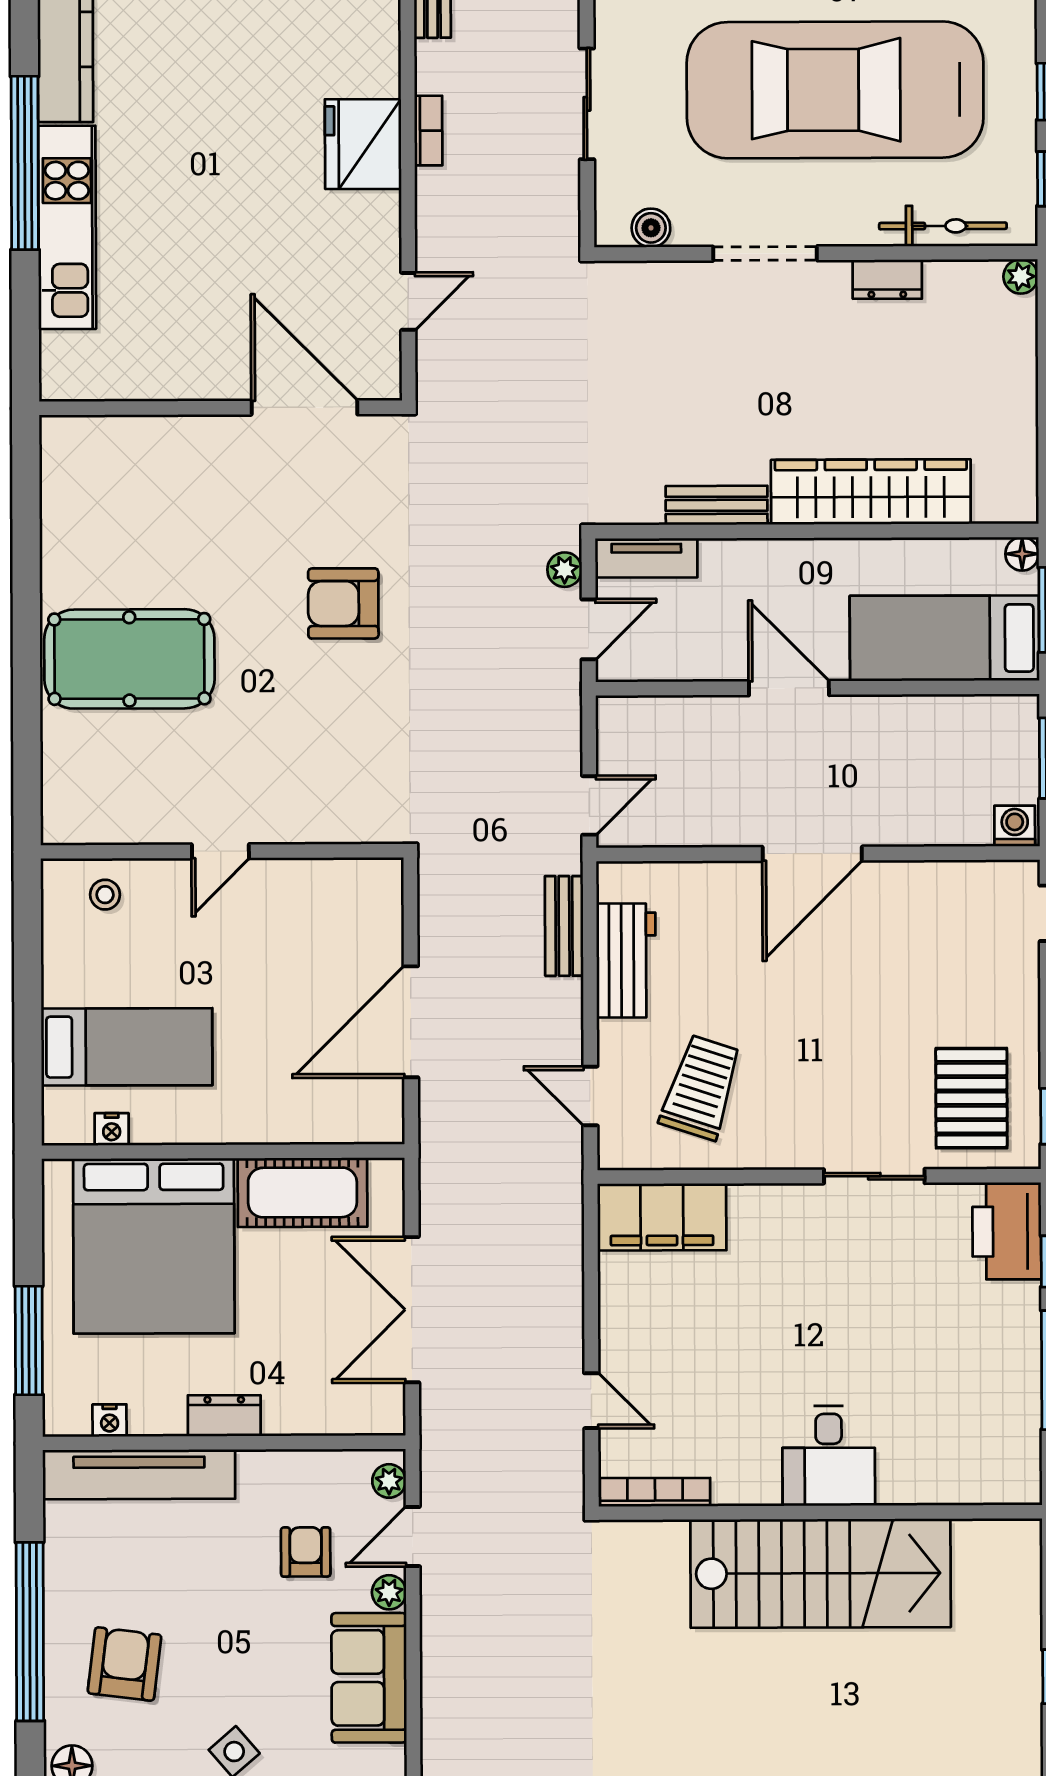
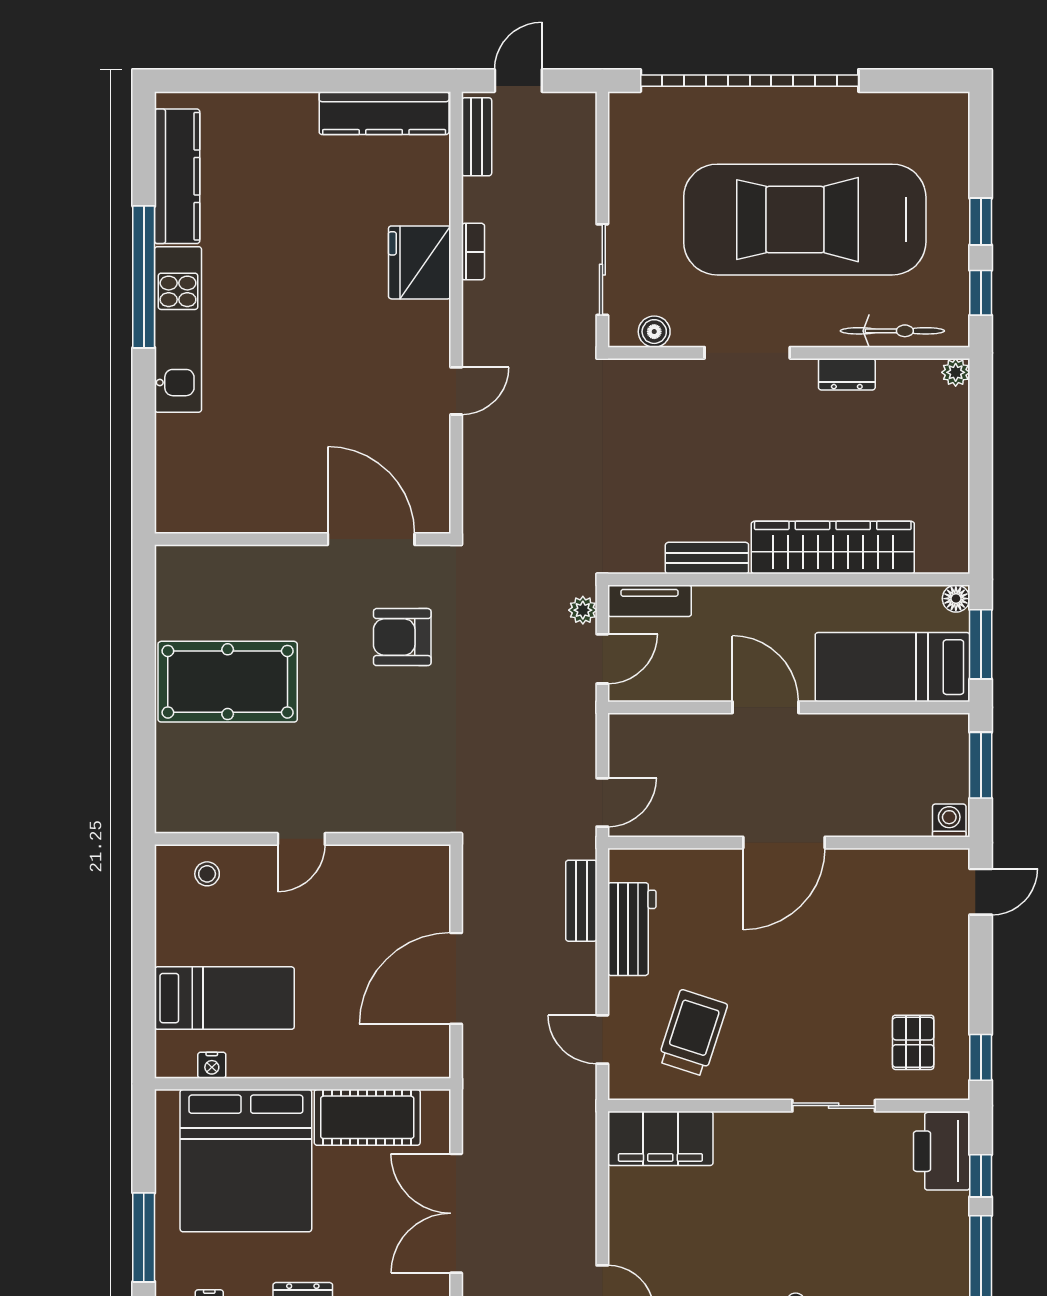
sliding door: (587, 104) -> (602, 270), moved
door: (304, 407) -> (371, 539), moved
wall: (221, 408) -> (303, 539), moved
pallet: (971, 1098) -> (913, 1042), width x0.67, depth x0.71

